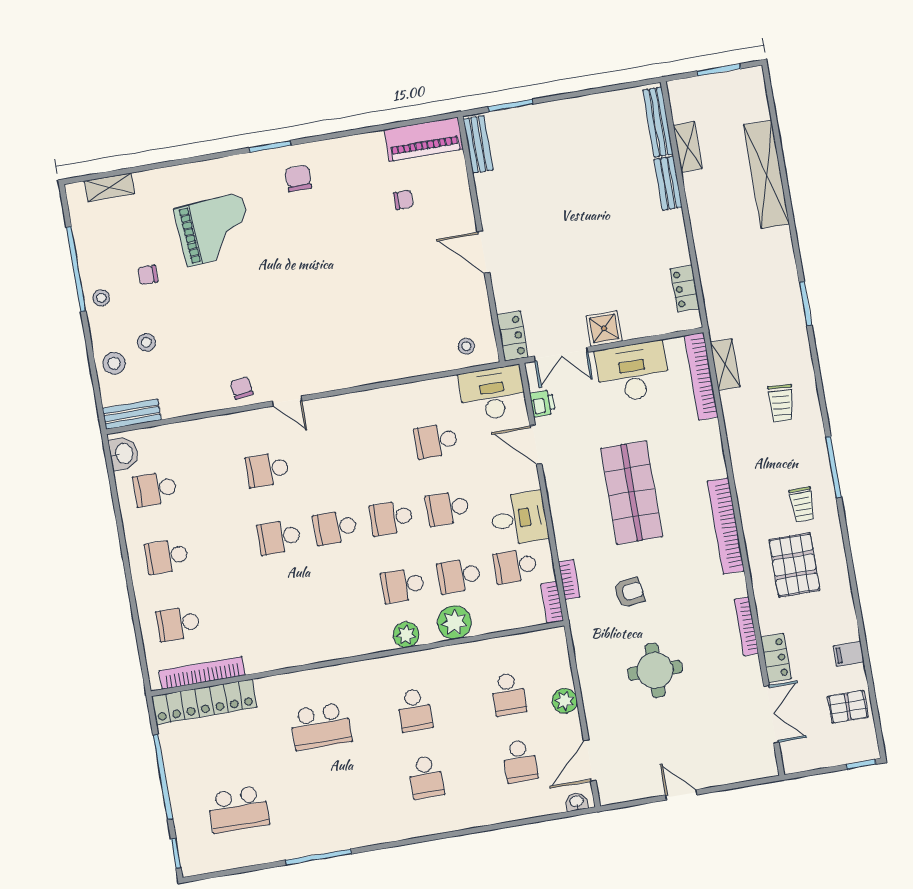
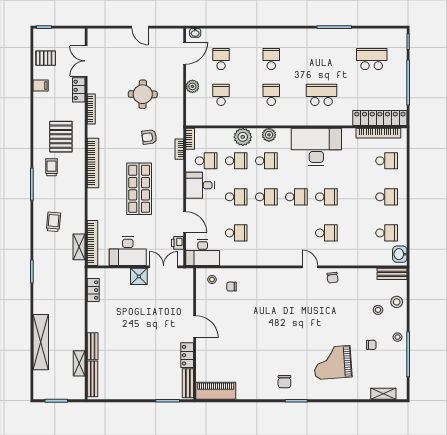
chair: (403, 200) -> (232, 287), moved
locker: (512, 336) -> (187, 355), moved
desk: (314, 627) -> (316, 147), added

